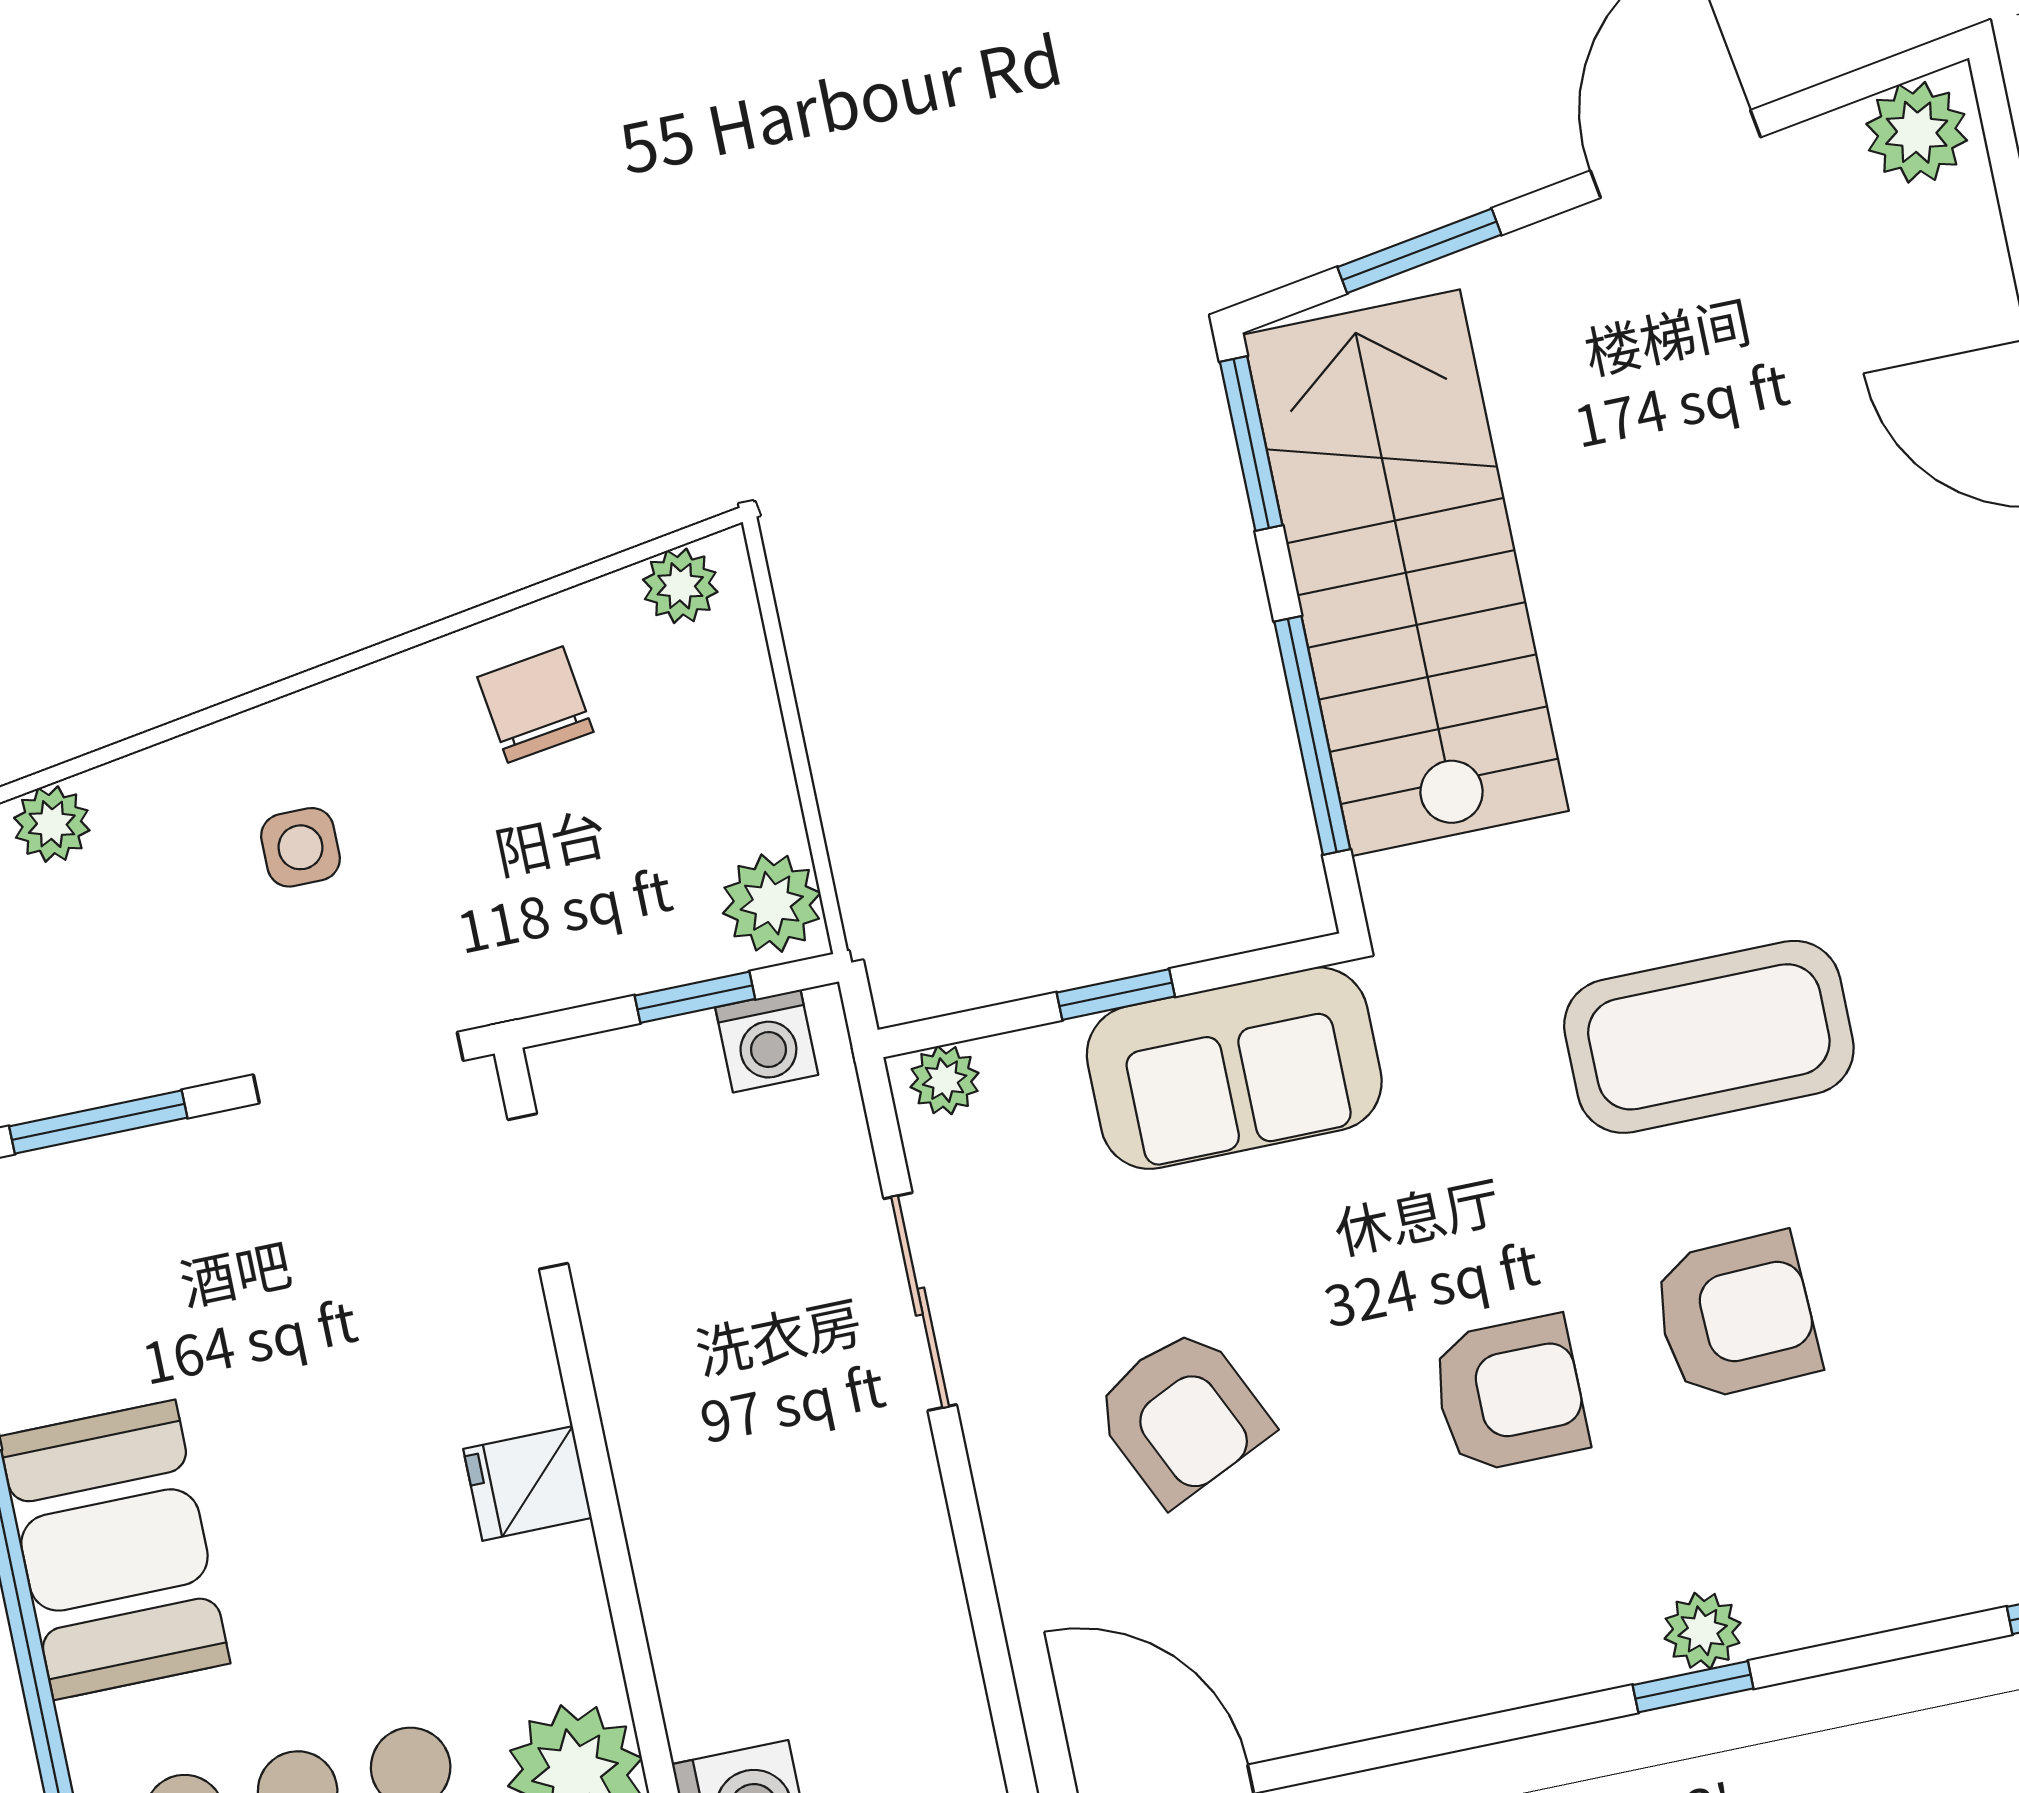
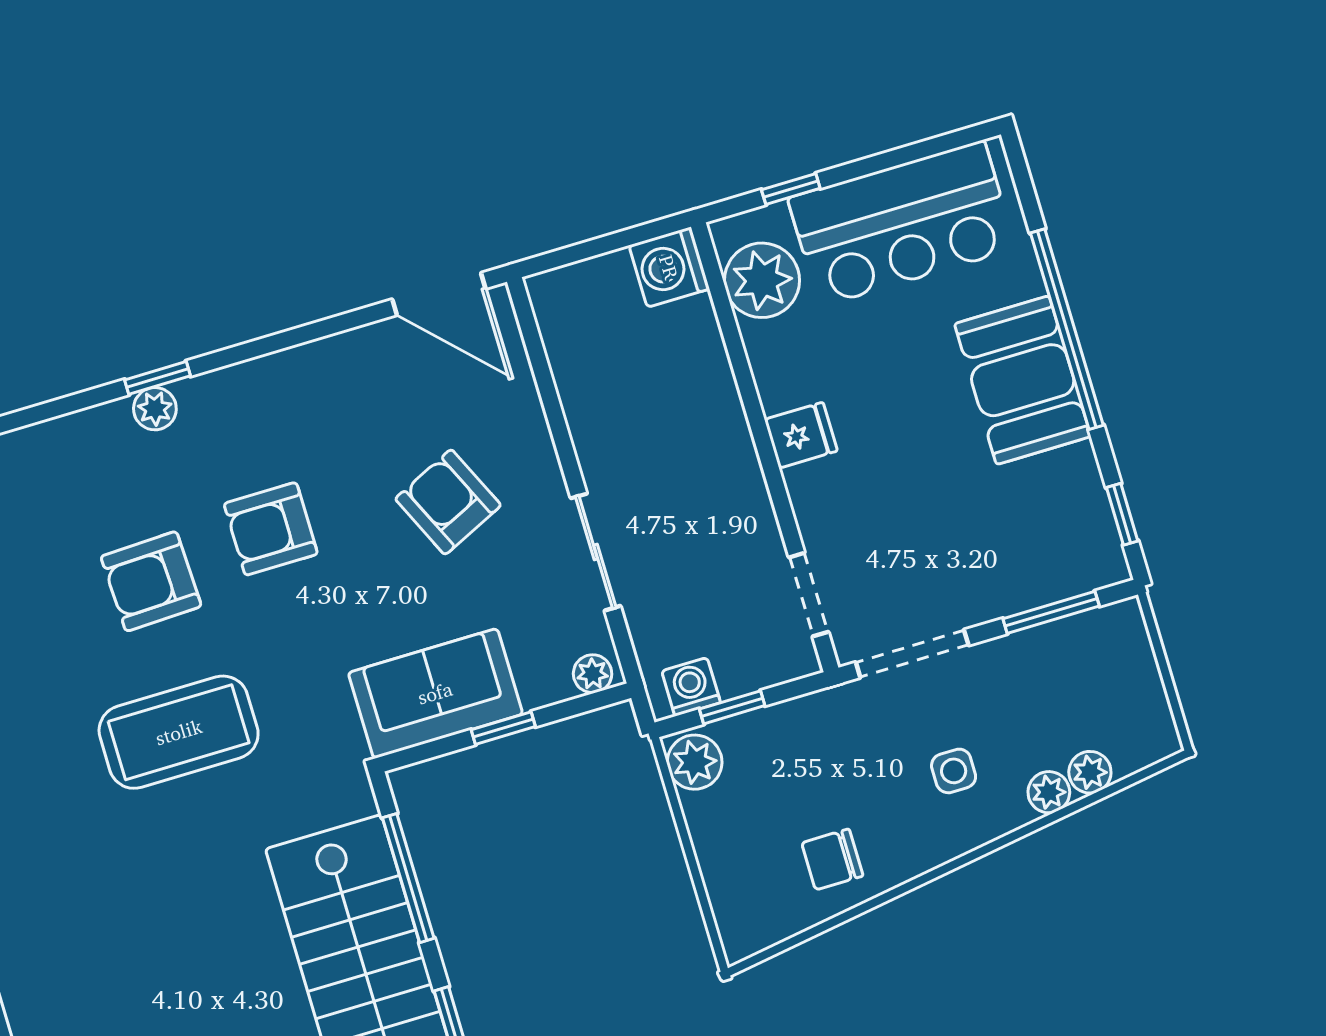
plant: (680, 586) -> (1049, 792), moved
chair: (535, 704) -> (832, 859), turned 98

